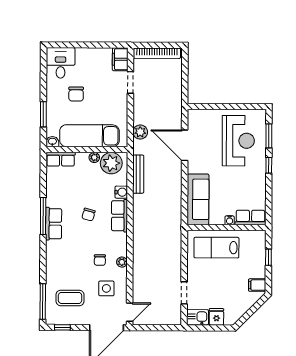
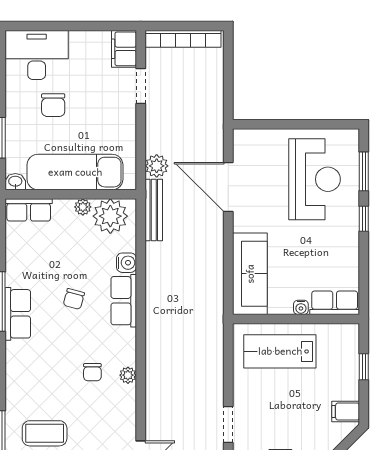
desk: (61, 63) -> (37, 55), width x1.37
bench: (138, 174) -> (154, 210), moved
side table: (106, 288) -> (103, 418), removed

